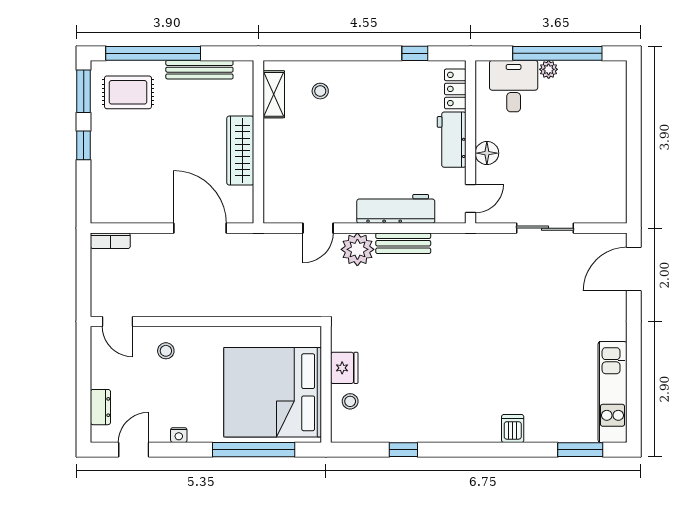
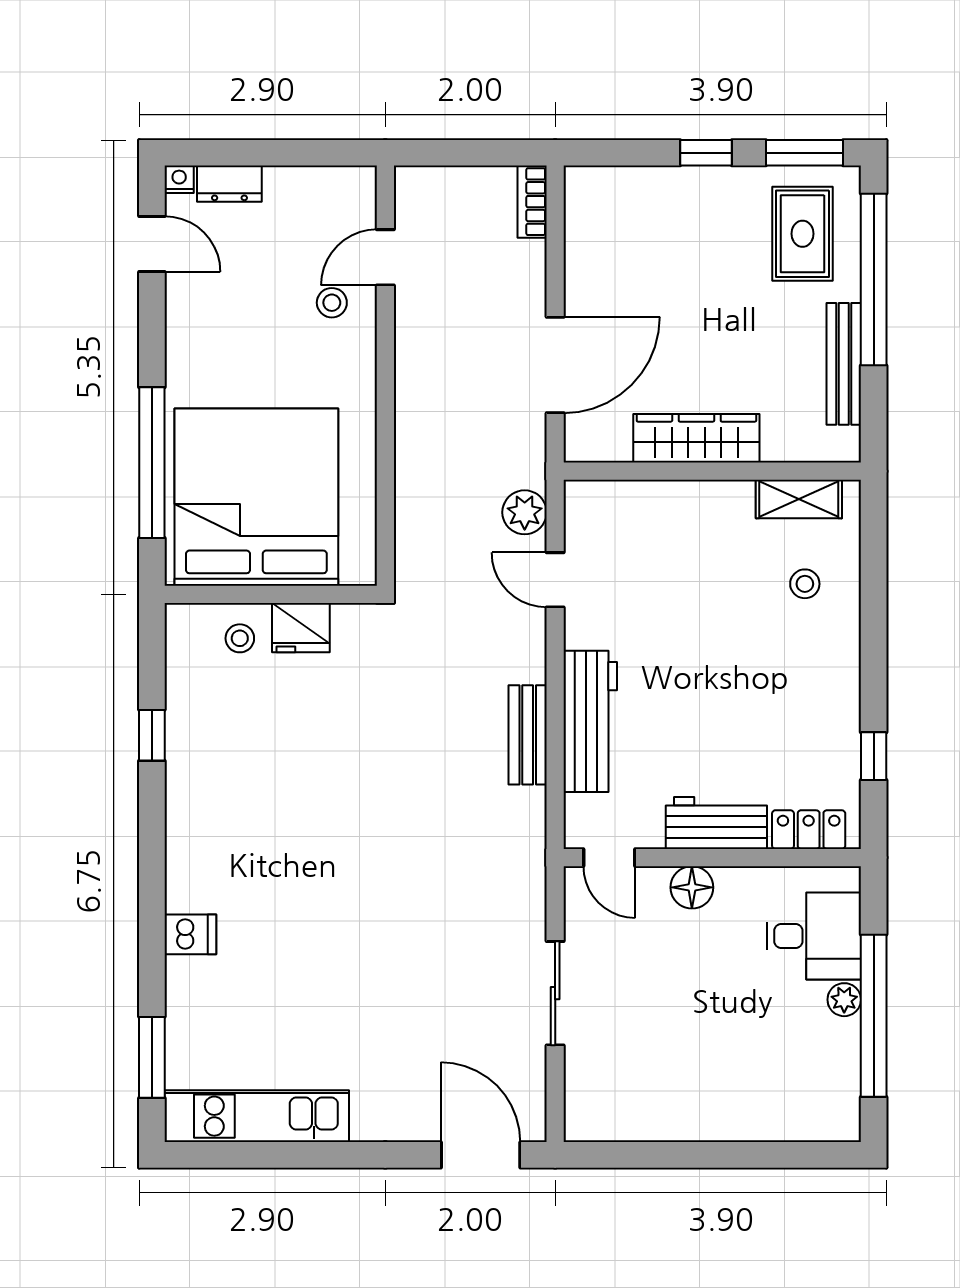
plant: (357, 249) -> (525, 512), moved, width x0.73, depth x0.73
door: (117, 321) -> (385, 257), moved
nightstand: (179, 435) -> (179, 179), moved, turned 90

